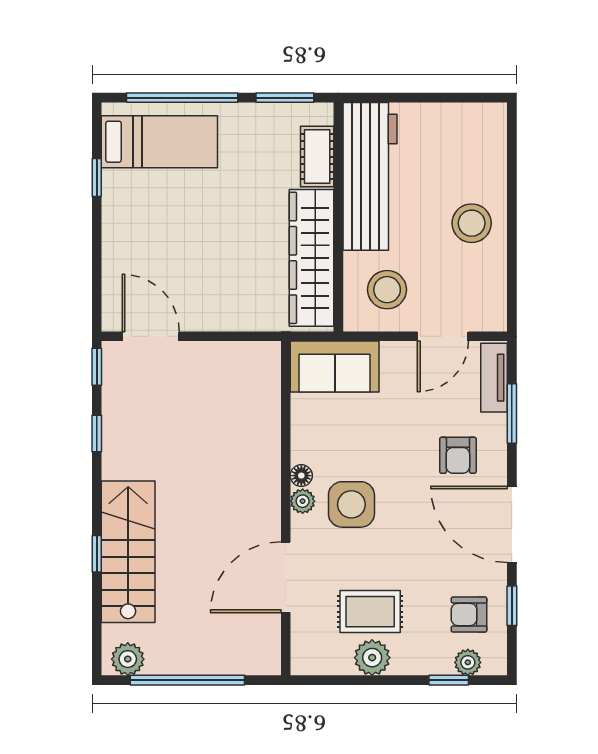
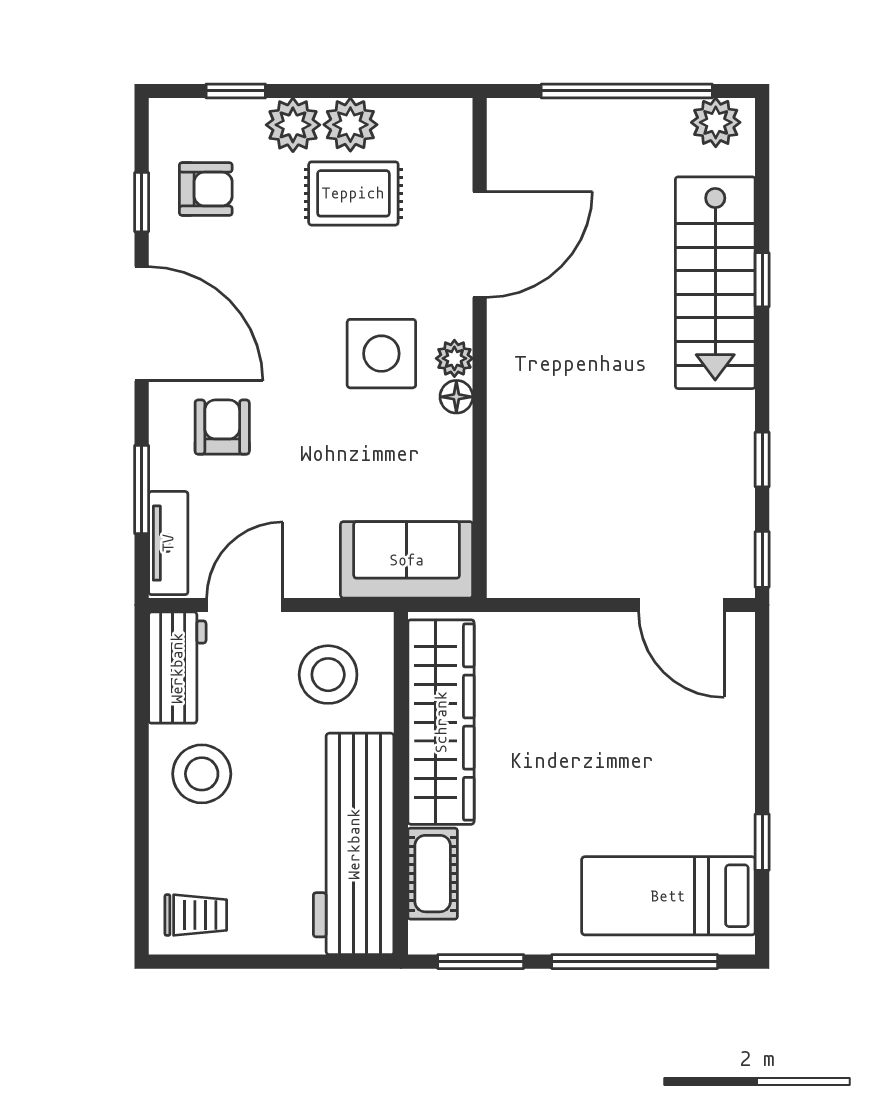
trolley: (476, 129) -> (196, 915), added
workbench: (488, 294) -> (177, 668), added
plant: (468, 662) -> (293, 125), moved, width x1.38, depth x1.38

